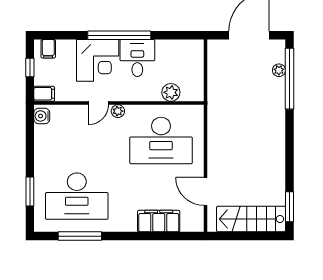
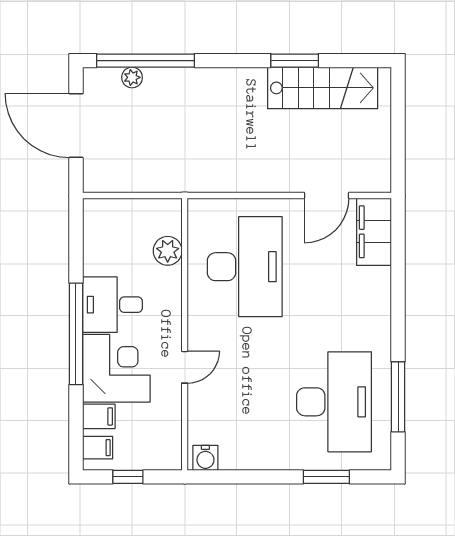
filing cabinet: (44, 94) -> (99, 416), moved, turned 90
door: (98, 103) -> (185, 367), hinge flipped
plant: (118, 111) -> (198, 336), removed
window: (289, 207) -> (295, 61), moved
stairs: (251, 219) -> (323, 88), moved, turned -90
filing cabinet: (159, 221) -> (374, 232), moved

